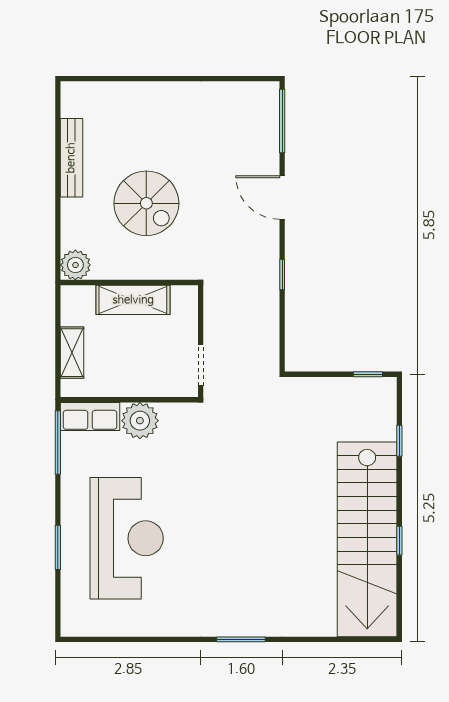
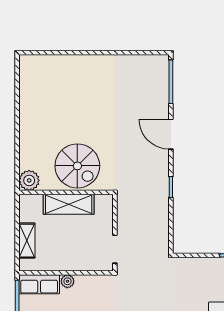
bench: (71, 158) -> (26, 107), removed
spiral stairs: (146, 203) -> (77, 166), moved
plant: (140, 421) -> (67, 281), width x0.53, depth x0.53

